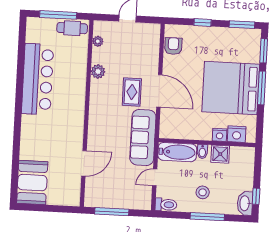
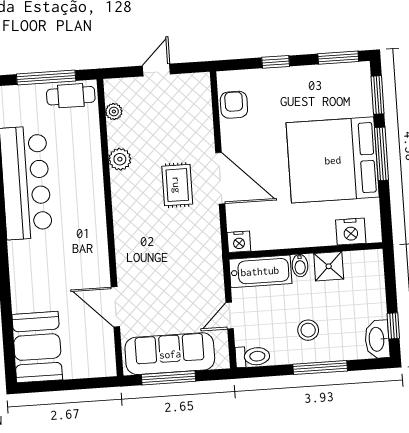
nightstand: (220, 135) -> (239, 242), moved
sofa: (143, 137) -> (170, 354), moved, turned 90
door: (84, 163) -> (115, 307), swing flipped

